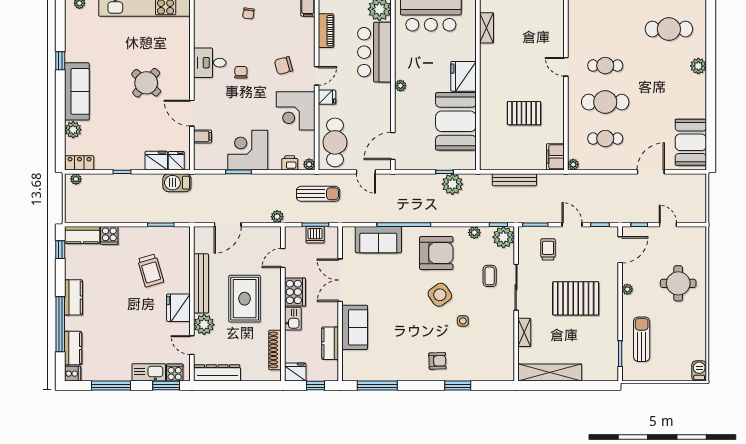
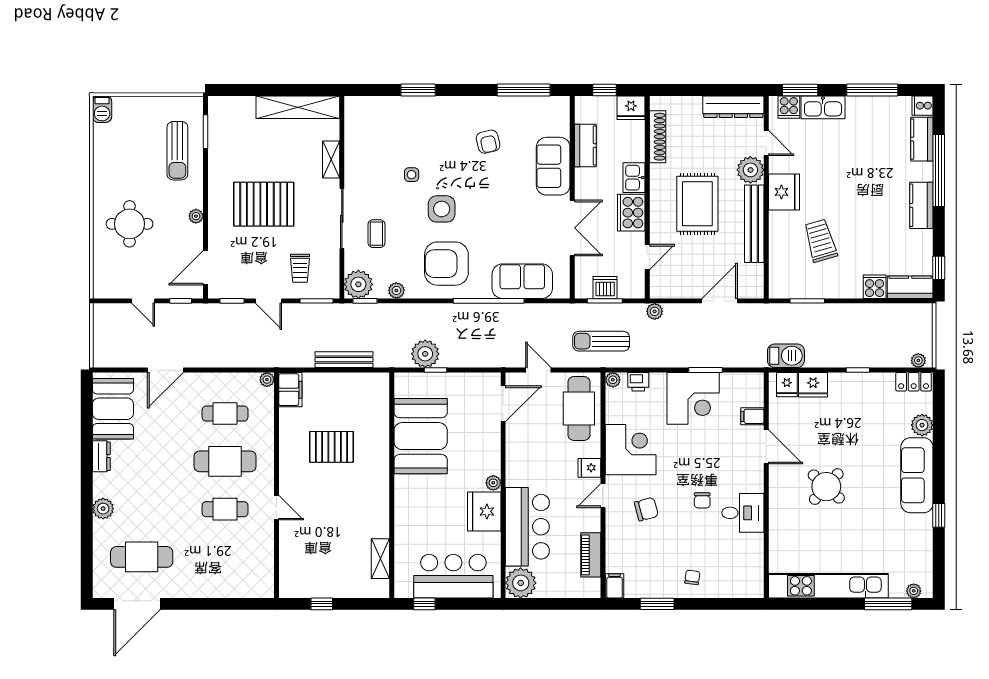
fridge: (464, 76) -> (484, 511), moved, turned 180
dresser: (700, 106) -> (101, 456), added
side table: (440, 295) -> (442, 209), turned 35
armchair: (437, 361) -> (488, 142), moved, turned -101

